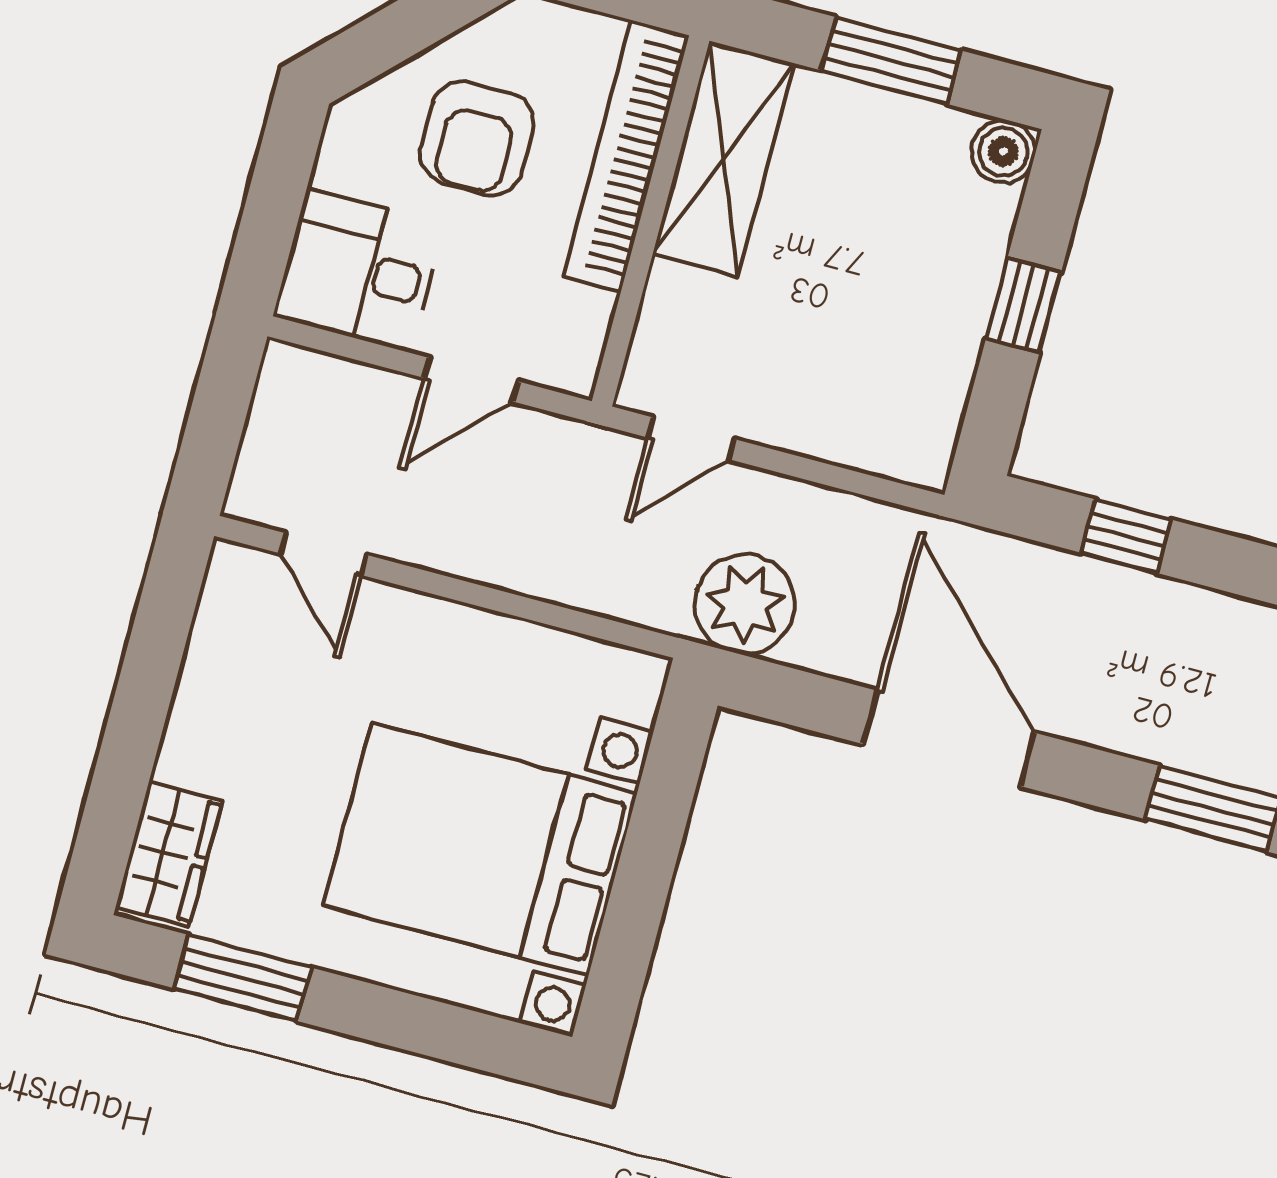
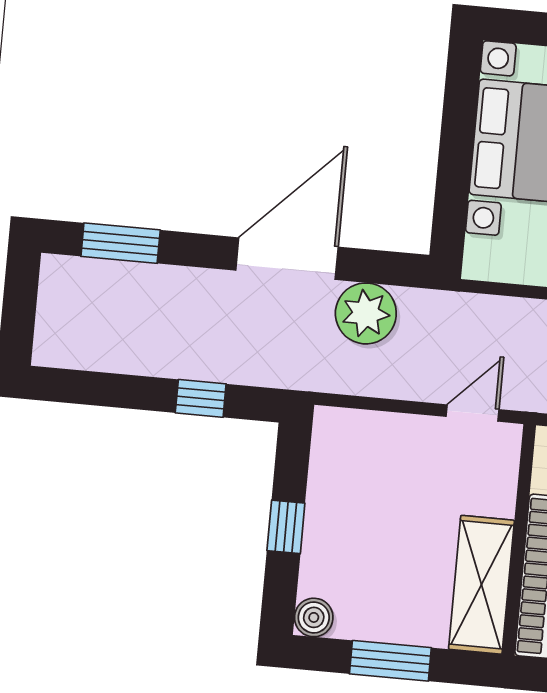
plant: (745, 604) -> (366, 313), moved
door: (949, 738) -> (287, 259), swing flipped

